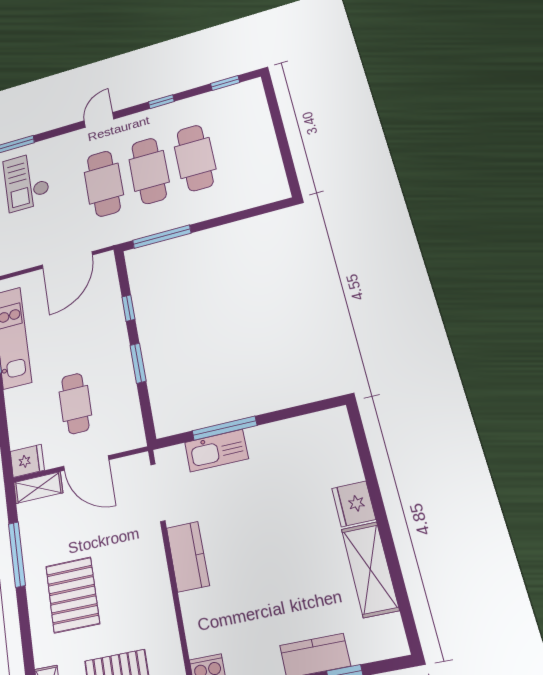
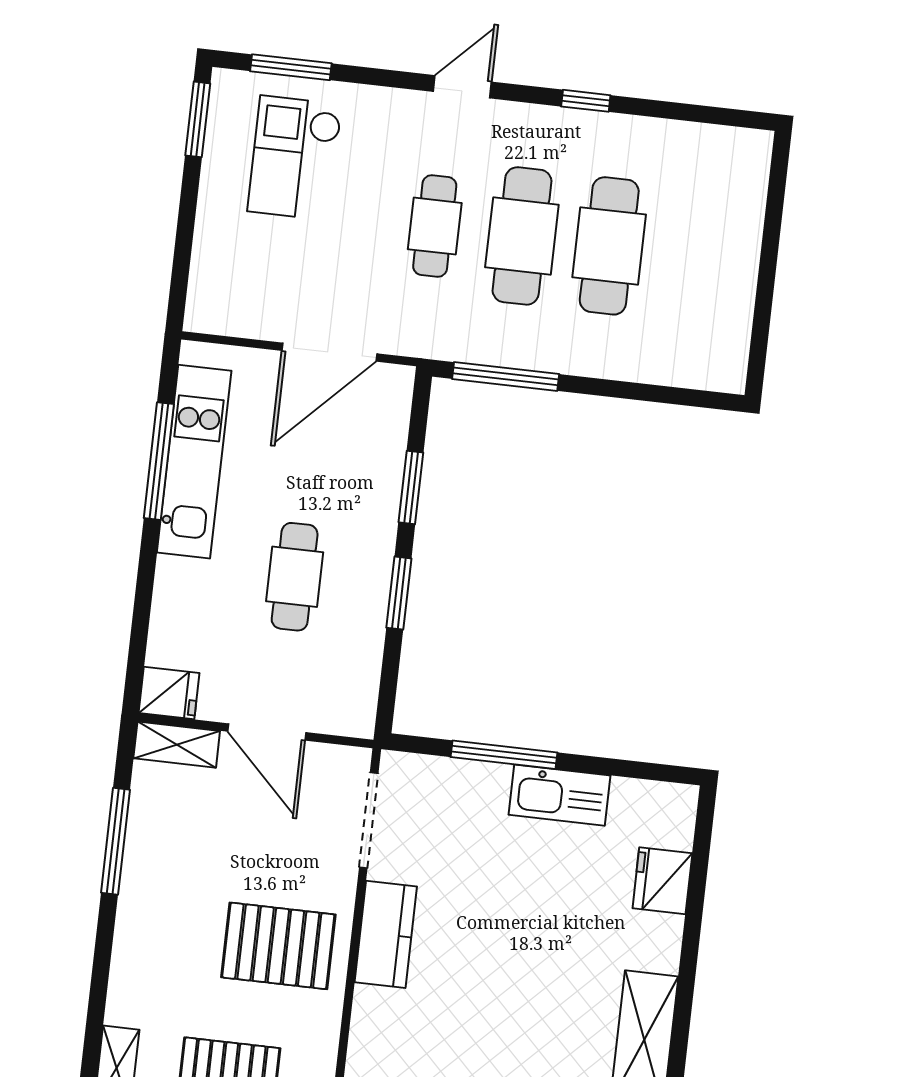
window: (225, 83) -> (709, 115), removed
cafe table: (104, 183) -> (435, 226), width x0.73, depth x0.74
window: (128, 308) -> (411, 487), width x1.50
cafe table: (75, 403) -> (295, 577), moved
kitchen sink: (216, 451) -> (560, 795), moved
fridge: (354, 504) -> (662, 881), moved
pallet: (73, 595) -> (278, 946), moved, turned 90

